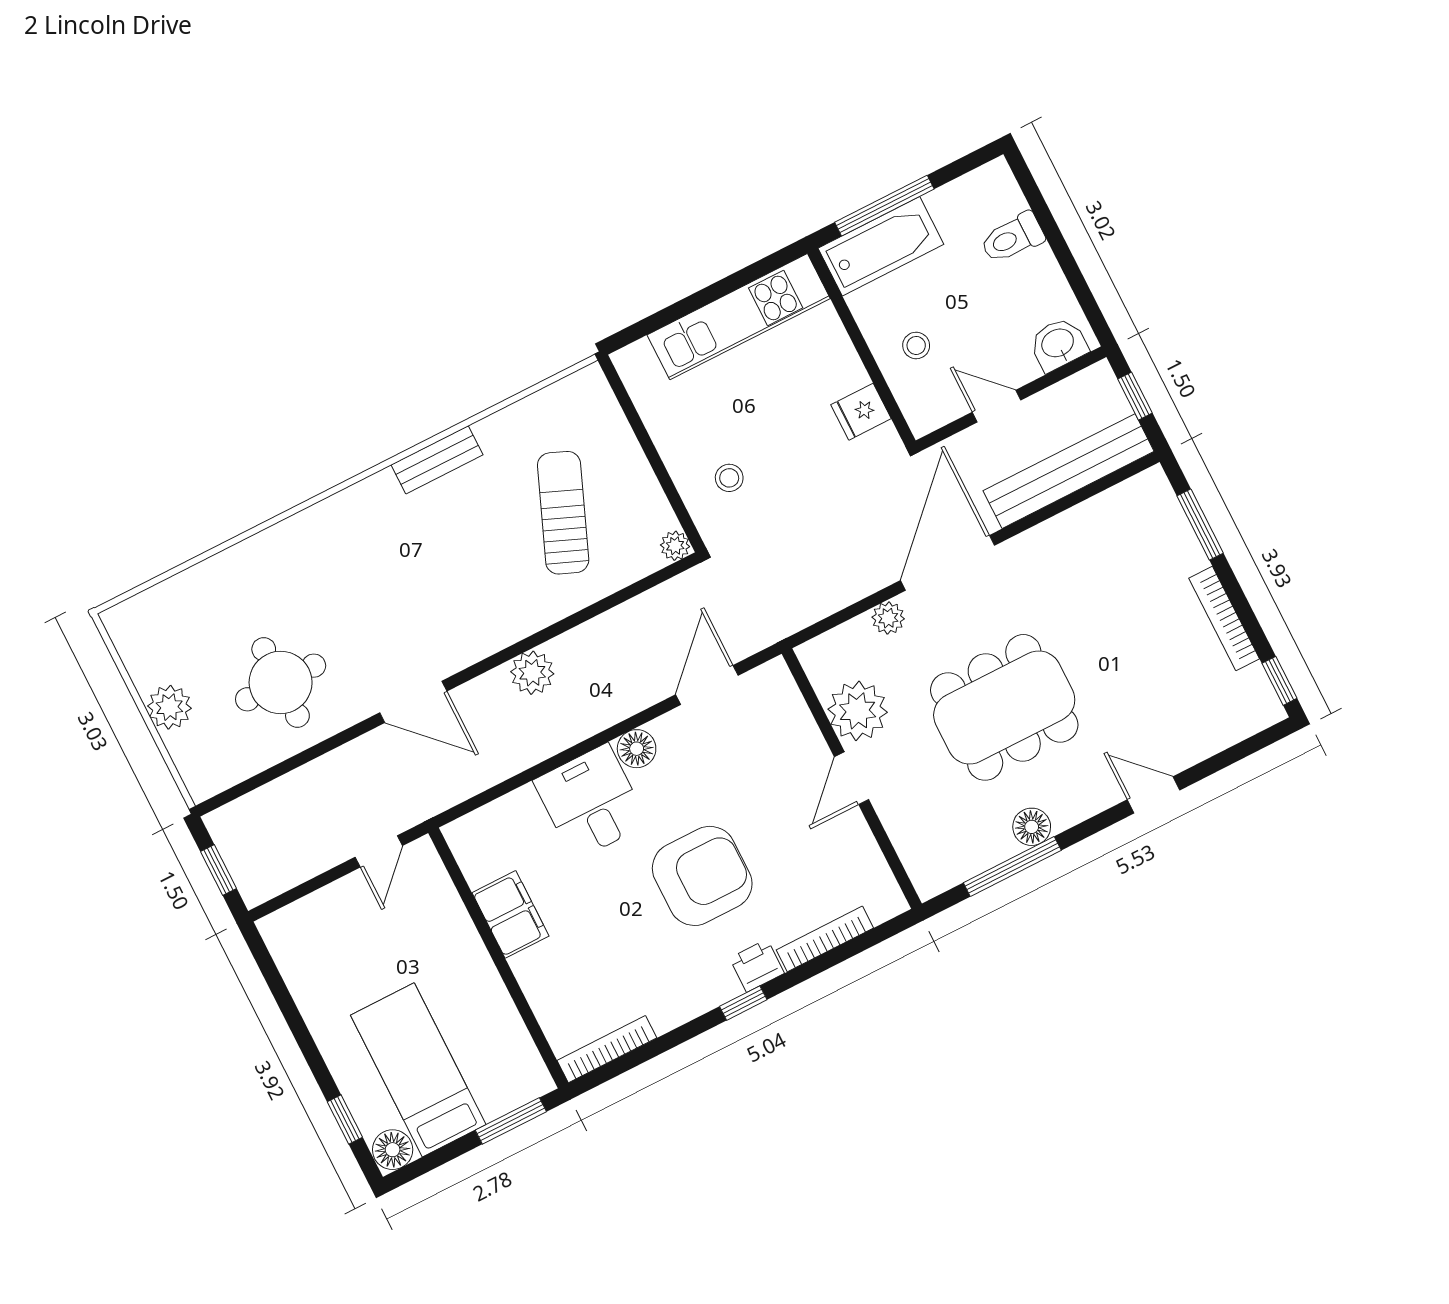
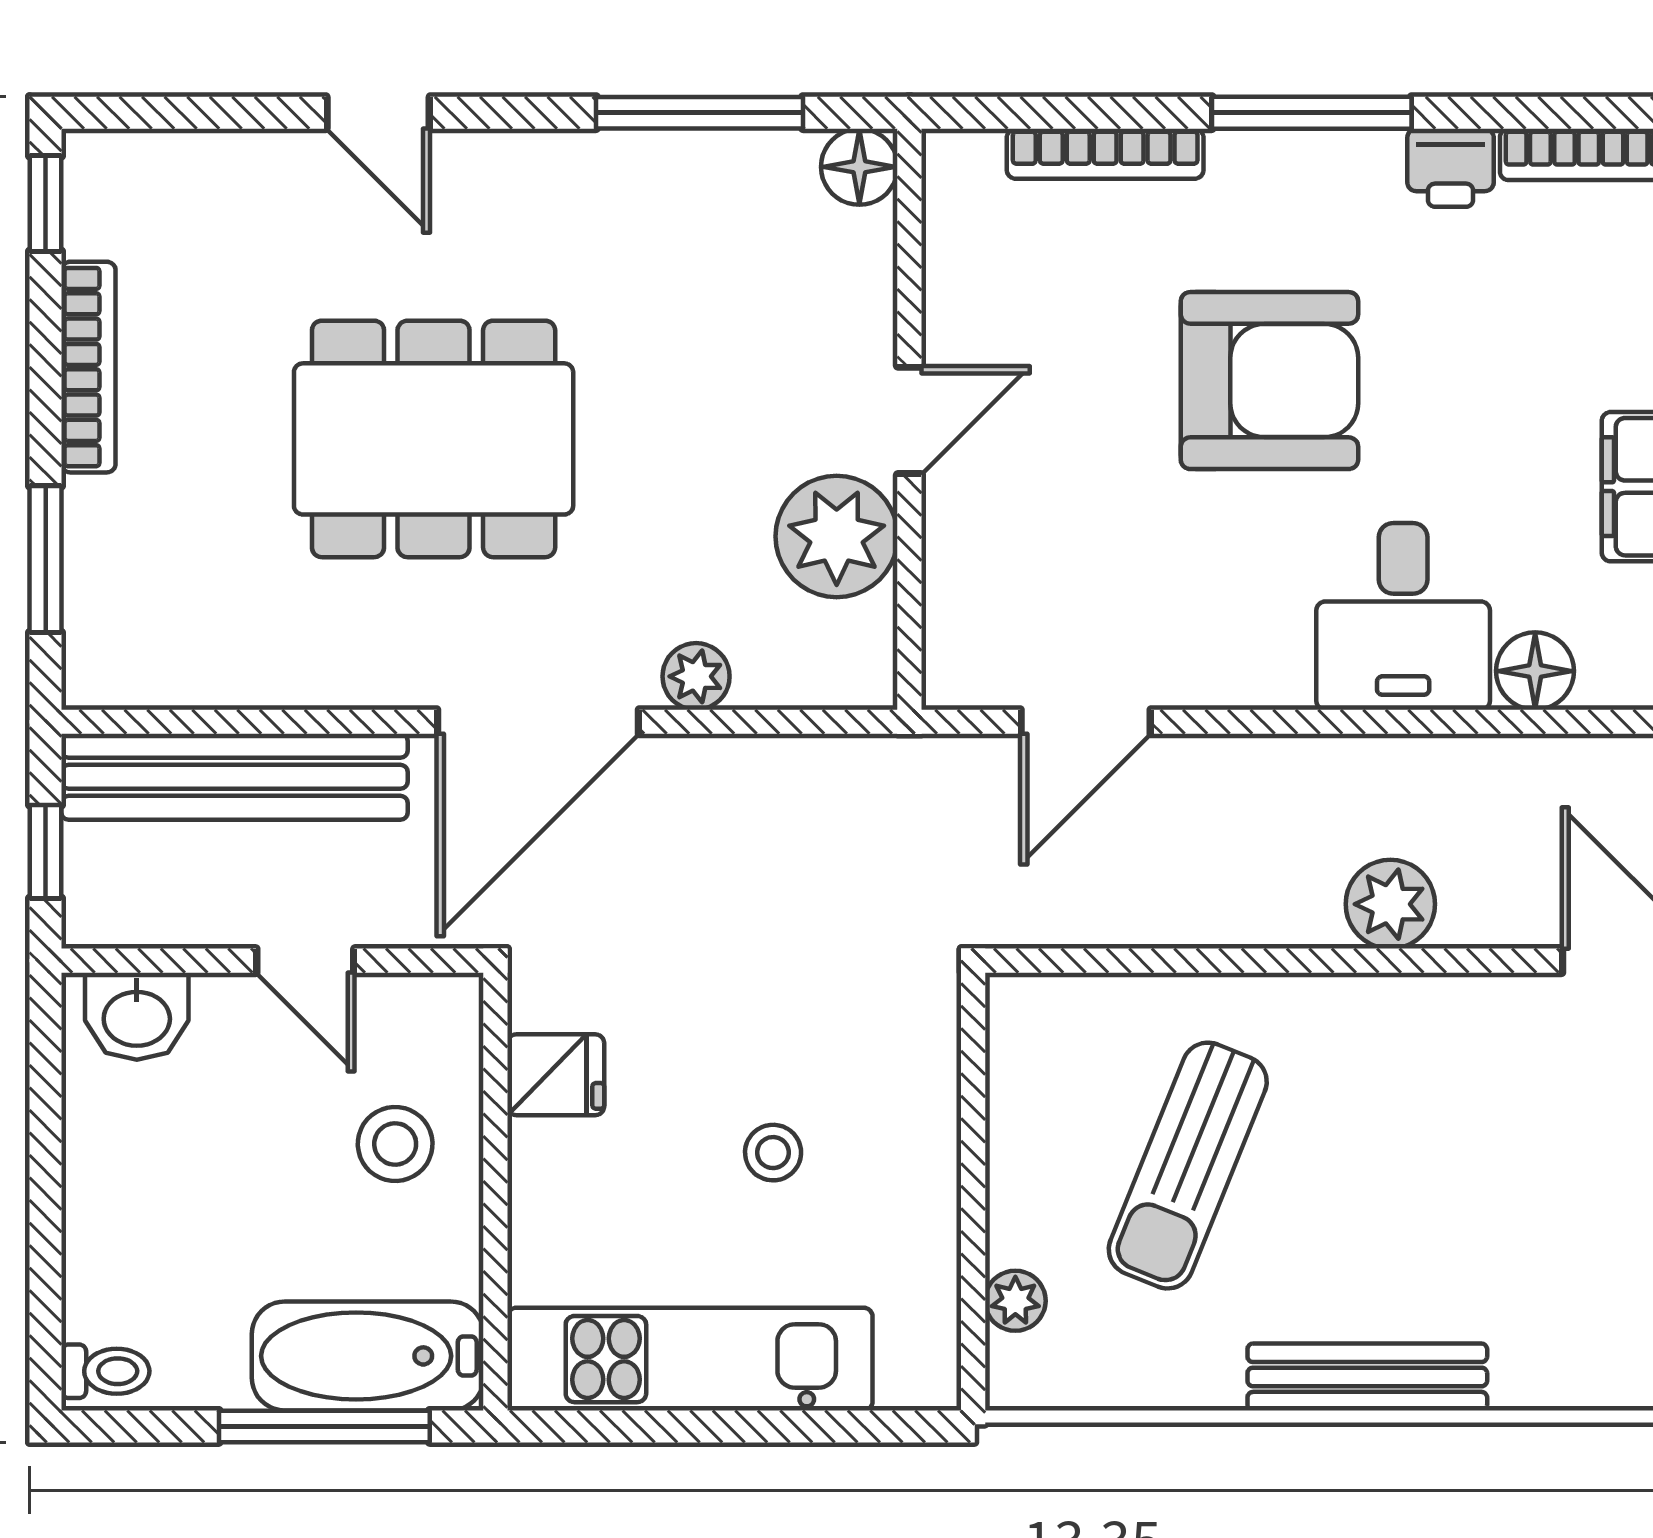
toilet: (1012, 238) -> (105, 1371), moved, width x0.73, depth x0.72
stool: (916, 345) -> (395, 1144), width x1.37, depth x1.37
bench: (437, 460) -> (1367, 1377), width x1.36
stool: (729, 478) -> (773, 1153), moved
plant: (675, 546) -> (1015, 1301), moved
dining table: (1004, 707) -> (434, 439), moved
floor lamp: (637, 749) -> (1535, 671), moved
floor lamp: (1032, 827) -> (859, 167), moved
armchair: (702, 876) -> (1269, 381), turned 180
printer: (757, 966) -> (1451, 168), moved
window: (743, 1003) -> (1312, 113), width x2.17

